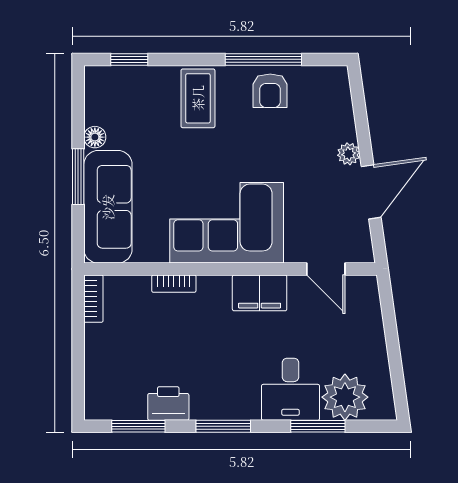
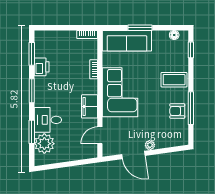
floor lamp: (95, 137) -> (174, 35), moved

